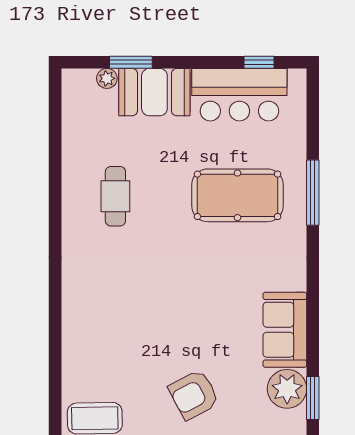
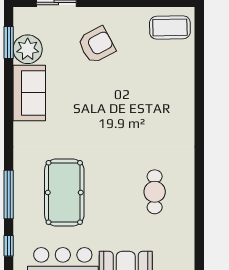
window: (313, 123) -> (9, 246), added
pool table: (237, 195) -> (64, 192), turned 90

